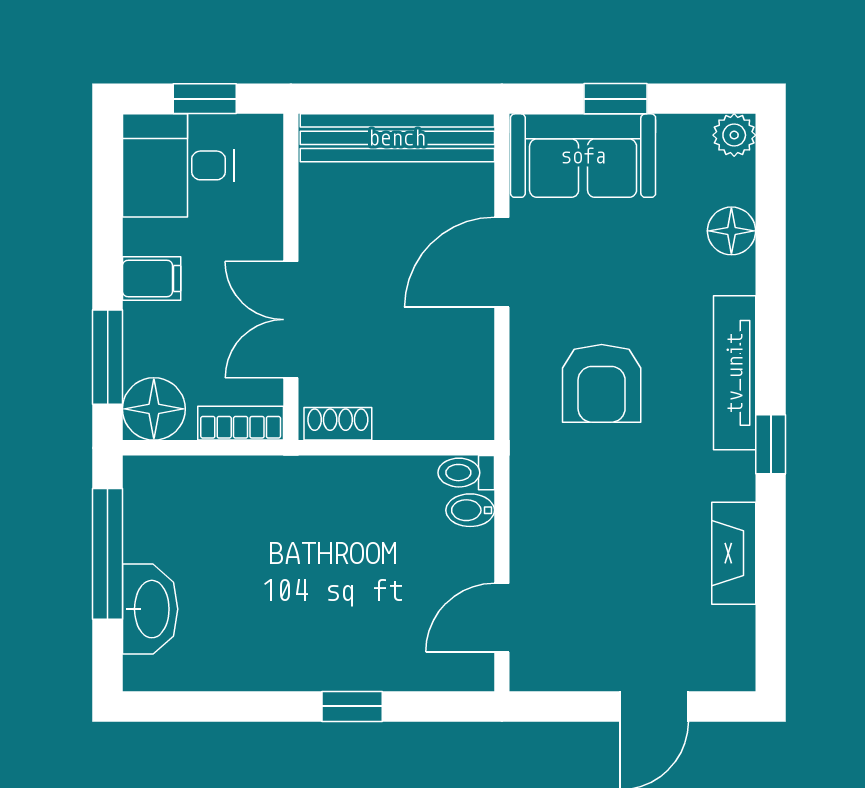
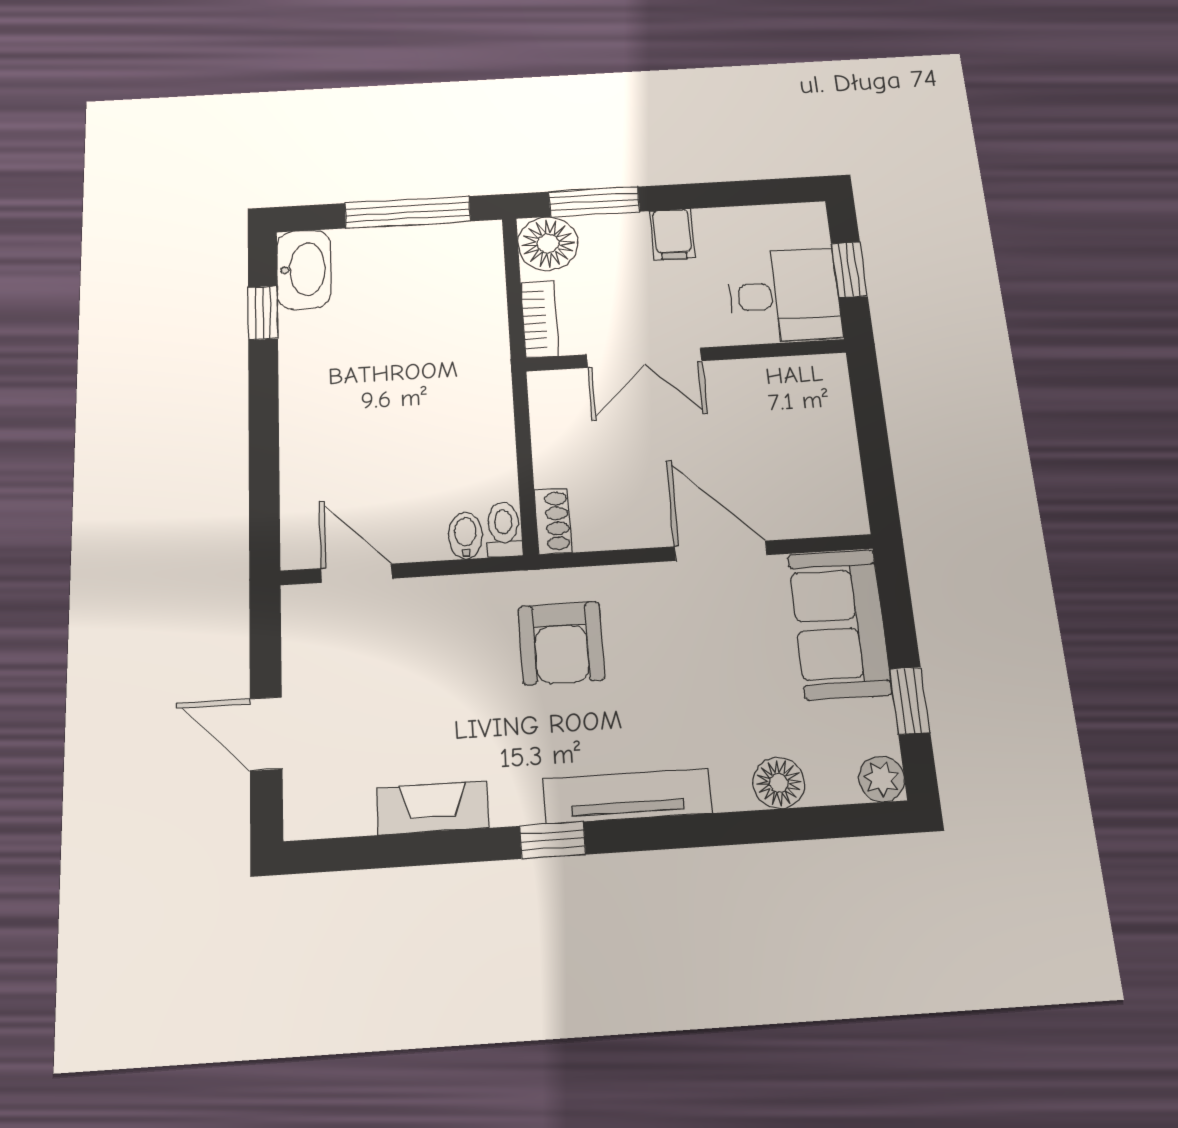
window: (615, 99) -> (910, 701), moved
bench: (397, 138) -> (834, 444), removed
desk: (178, 165) -> (784, 295), moved, turned 90
double door: (291, 320) -> (644, 358), swing flipped
armchair: (602, 383) -> (561, 643), moved, turned -90
shoe rack: (338, 424) -> (553, 521), moved
washbasin: (150, 609) -> (304, 269), moved, turned -90
window: (352, 706) -> (263, 313), moved

